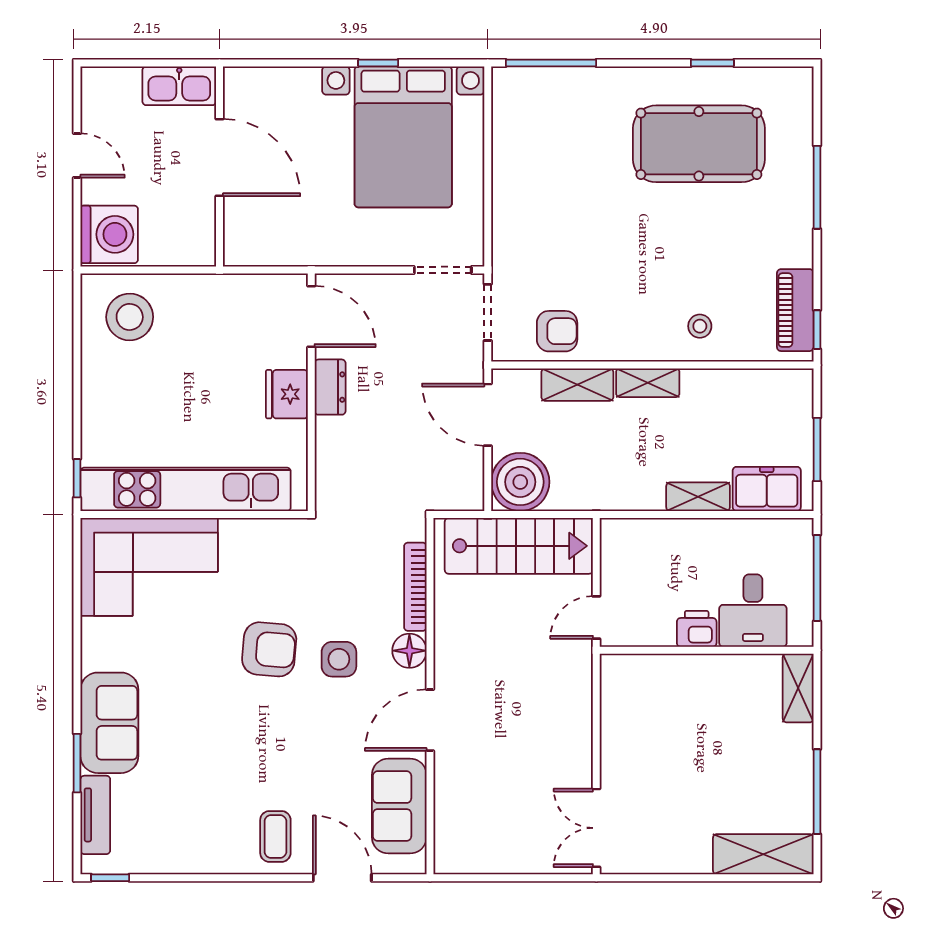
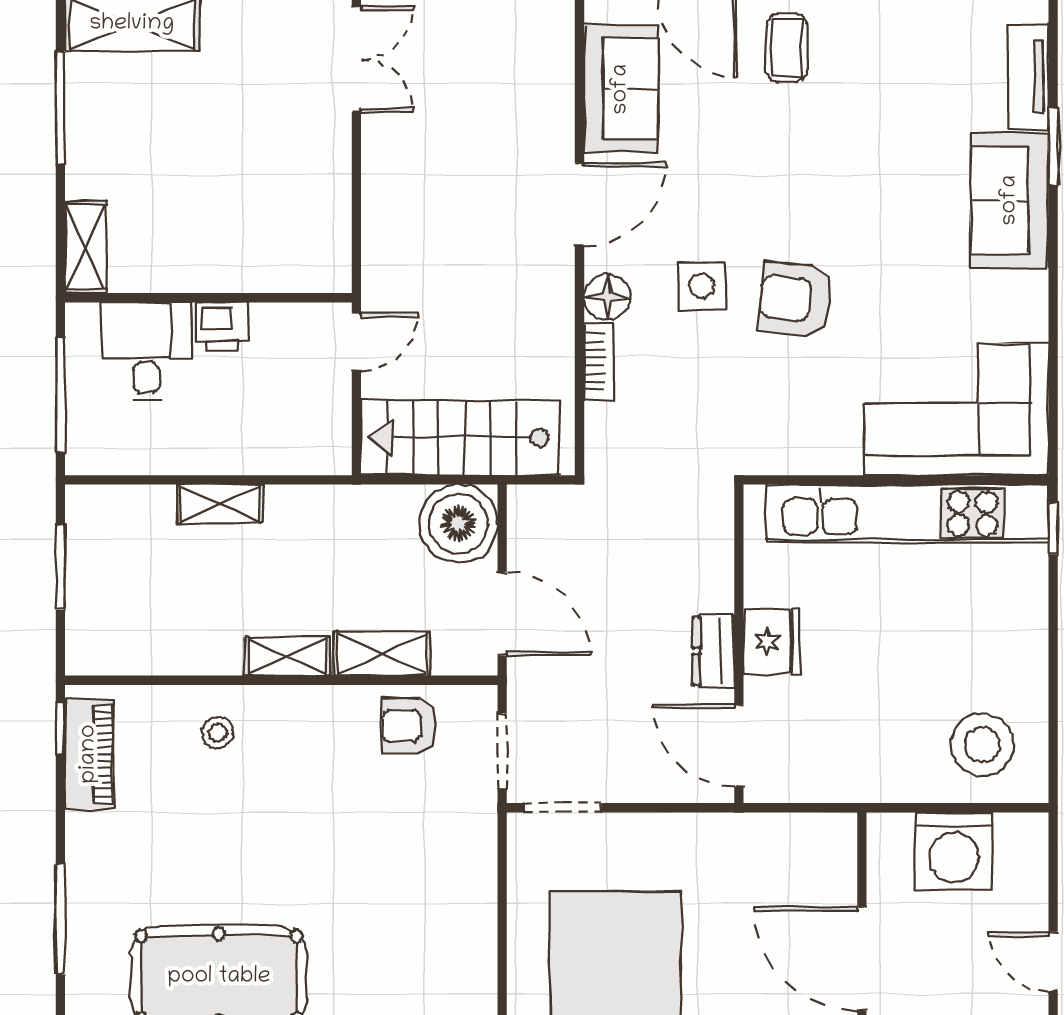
washing machine: (109, 234) -> (954, 851), moved, turned -90
freezer: (767, 489) -> (128, 514), removed
bookcase: (415, 587) -> (599, 362), width x0.64

